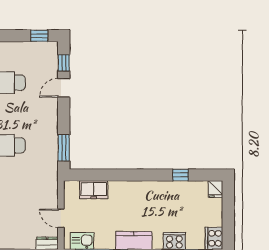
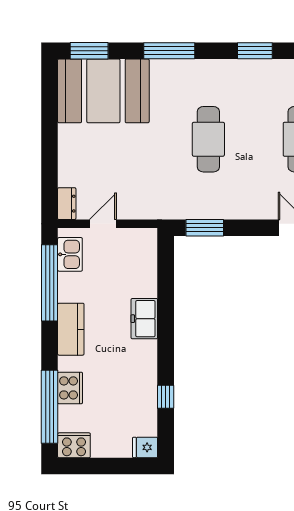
freezer: (94, 190) -> (144, 319), moved

